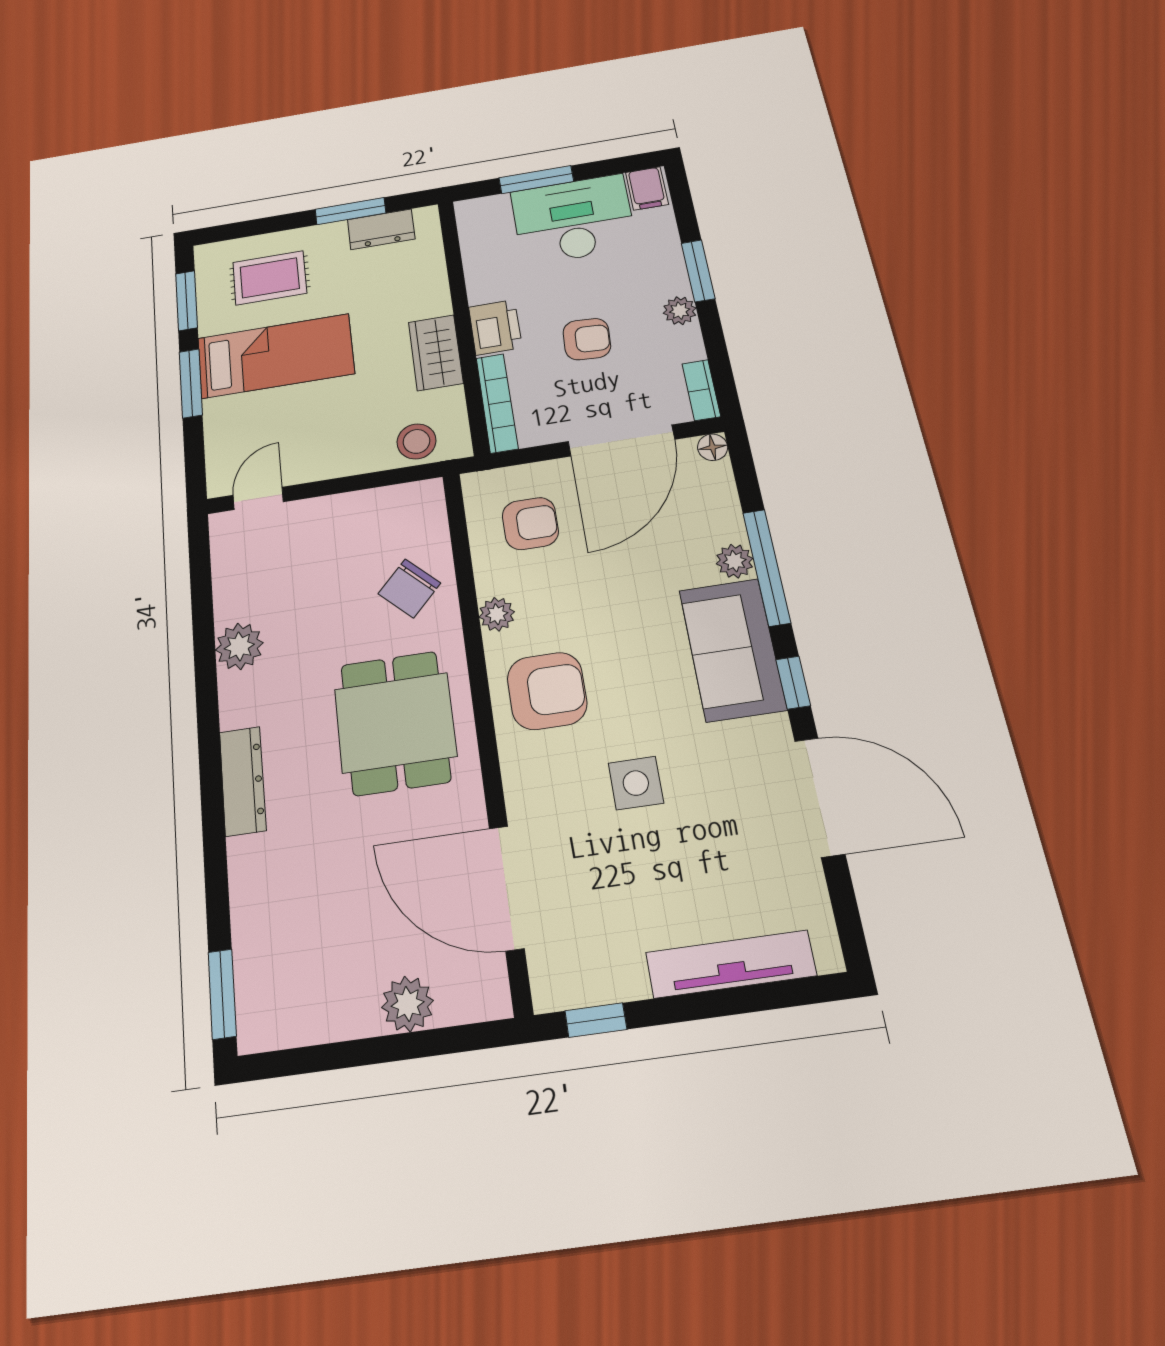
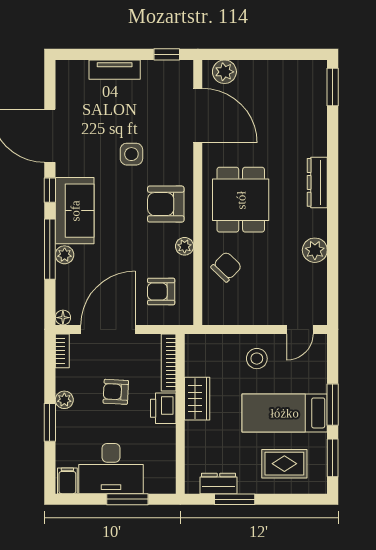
stool: (417, 441) -> (257, 359), moved
tv unit: (731, 964) -> (115, 70), width x0.71
plant: (408, 1004) -> (224, 72), moved

